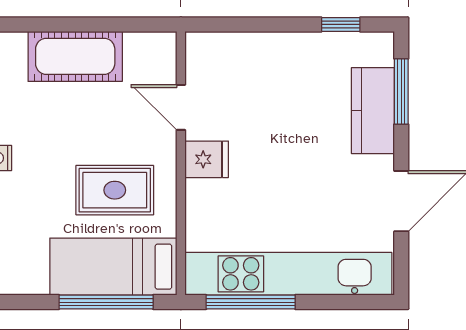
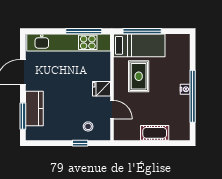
window: (341, 24) -> (80, 143), moved
cot: (75, 56) -> (155, 133), width x0.73, depth x0.75
stool: (240, 66) -> (88, 126), added
rug: (115, 190) -> (139, 76), turned 90

